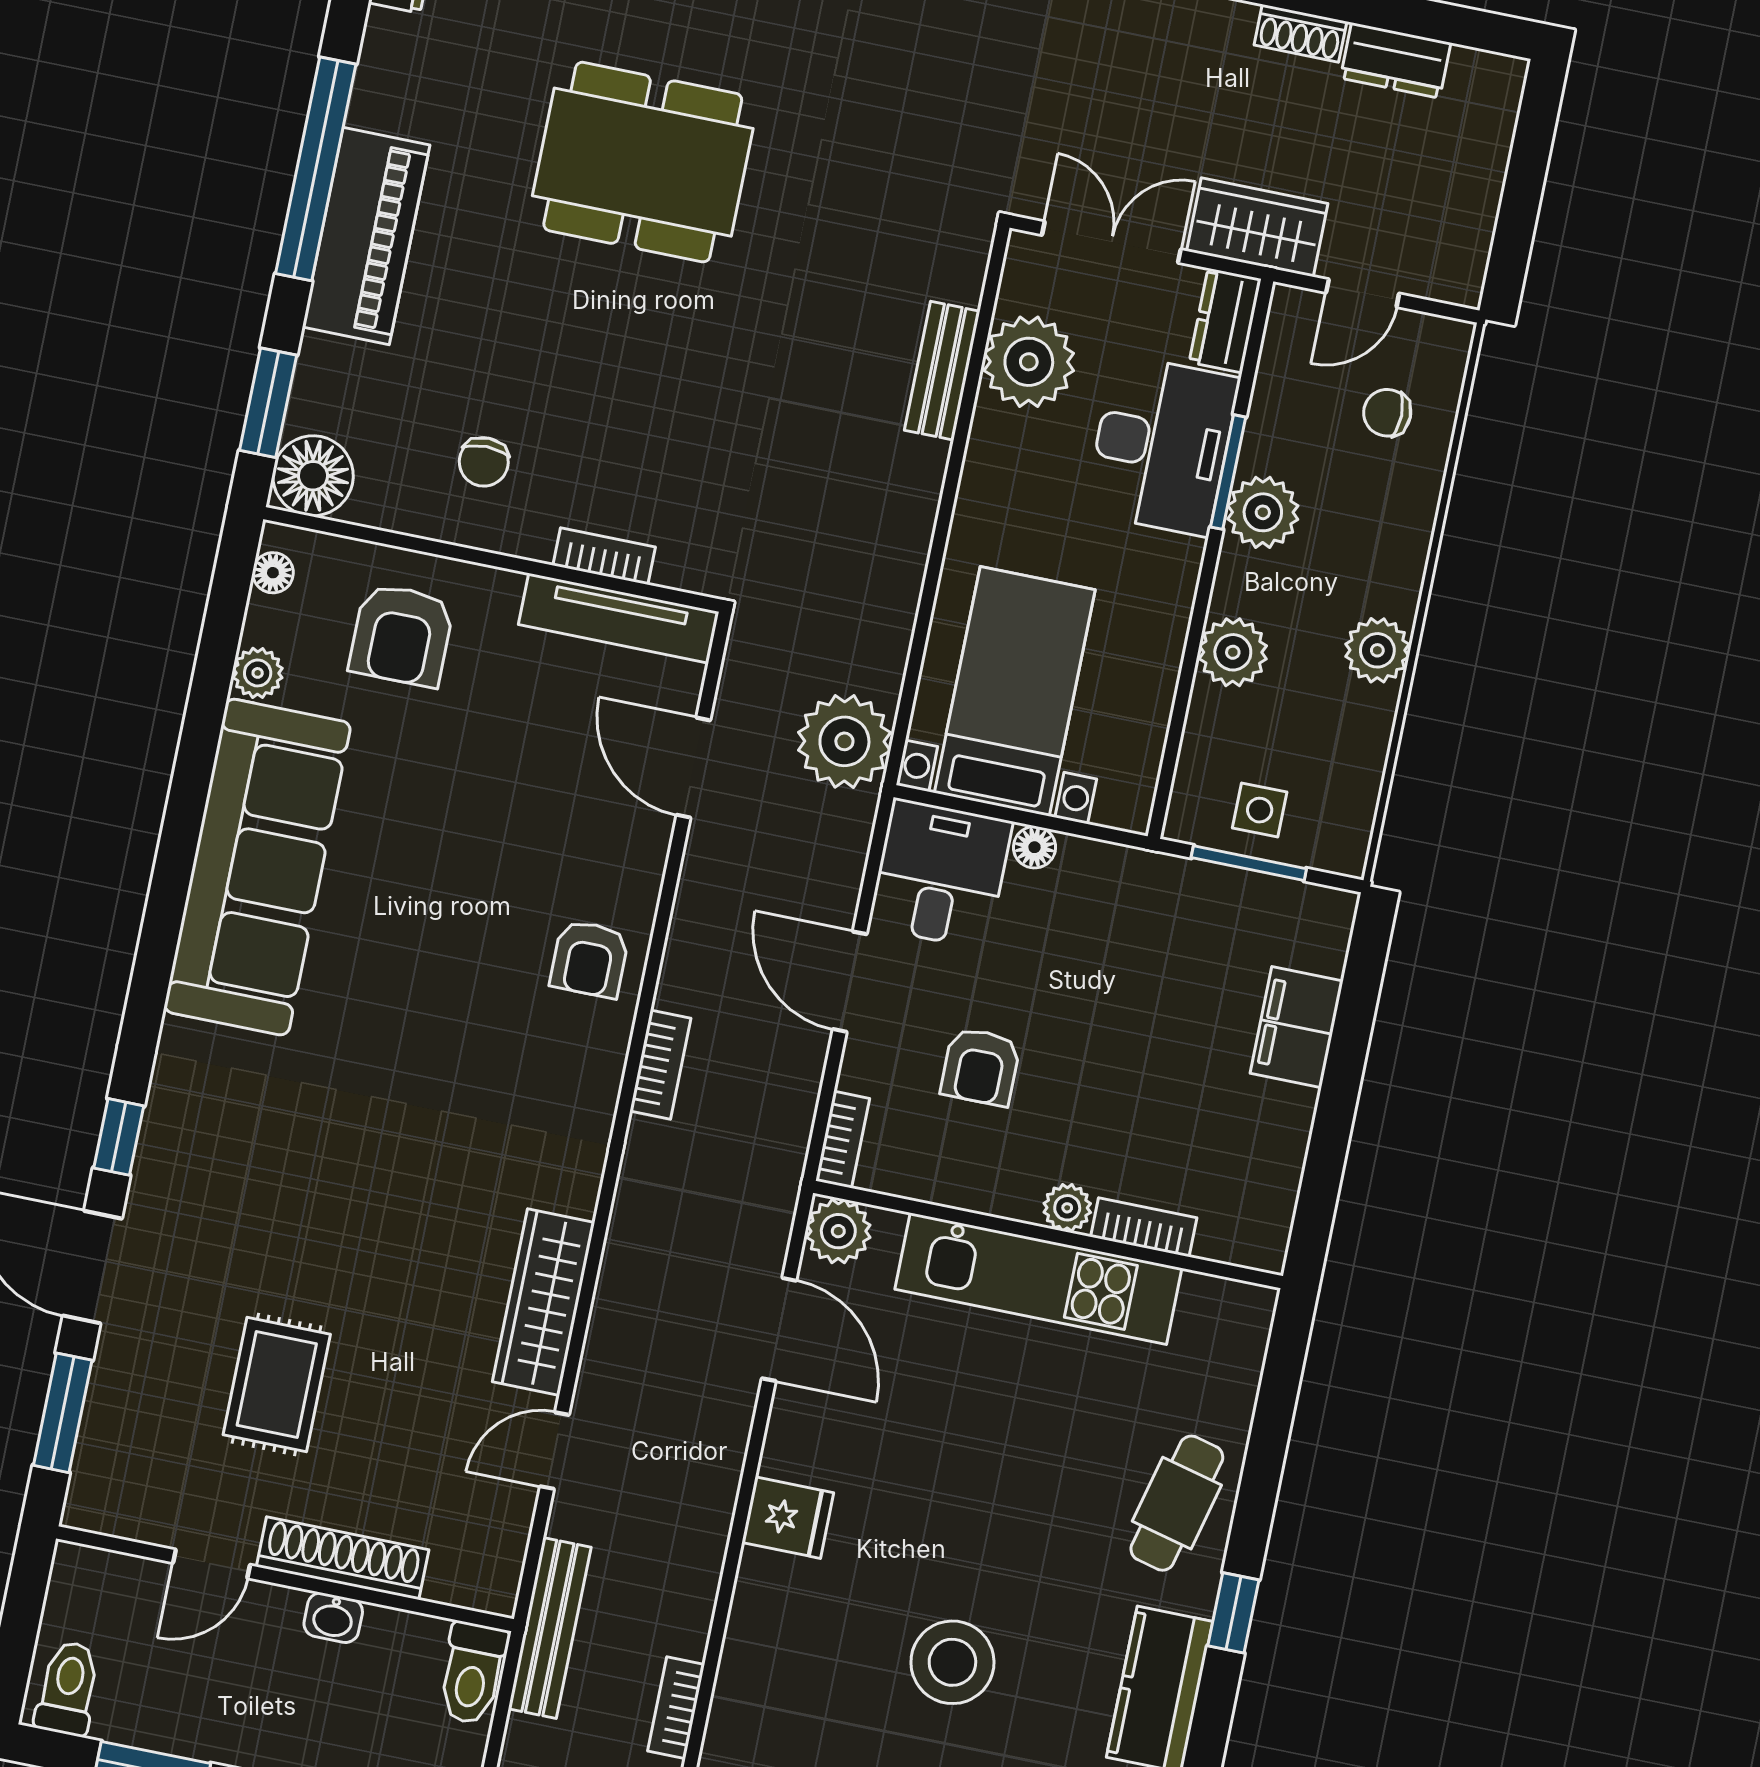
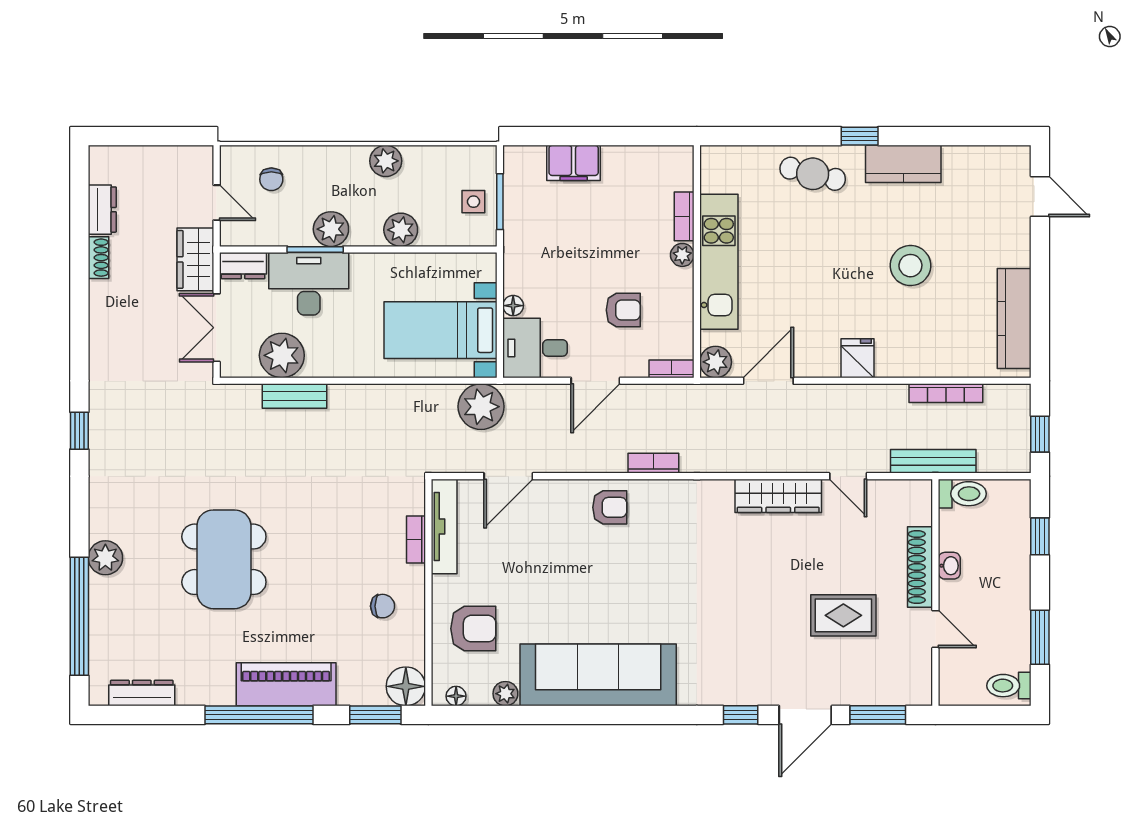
bookcase: (676, 1708) -> (946, 393), width x1.56

